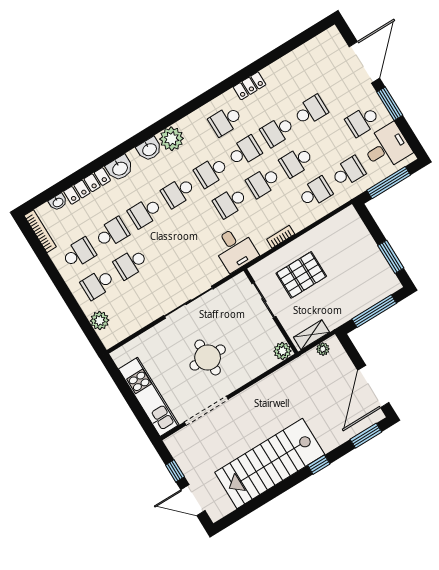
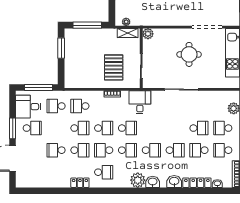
pallet: (301, 275) -> (114, 67), turned 90
school desk: (98, 284) -> (223, 128), turned 180

